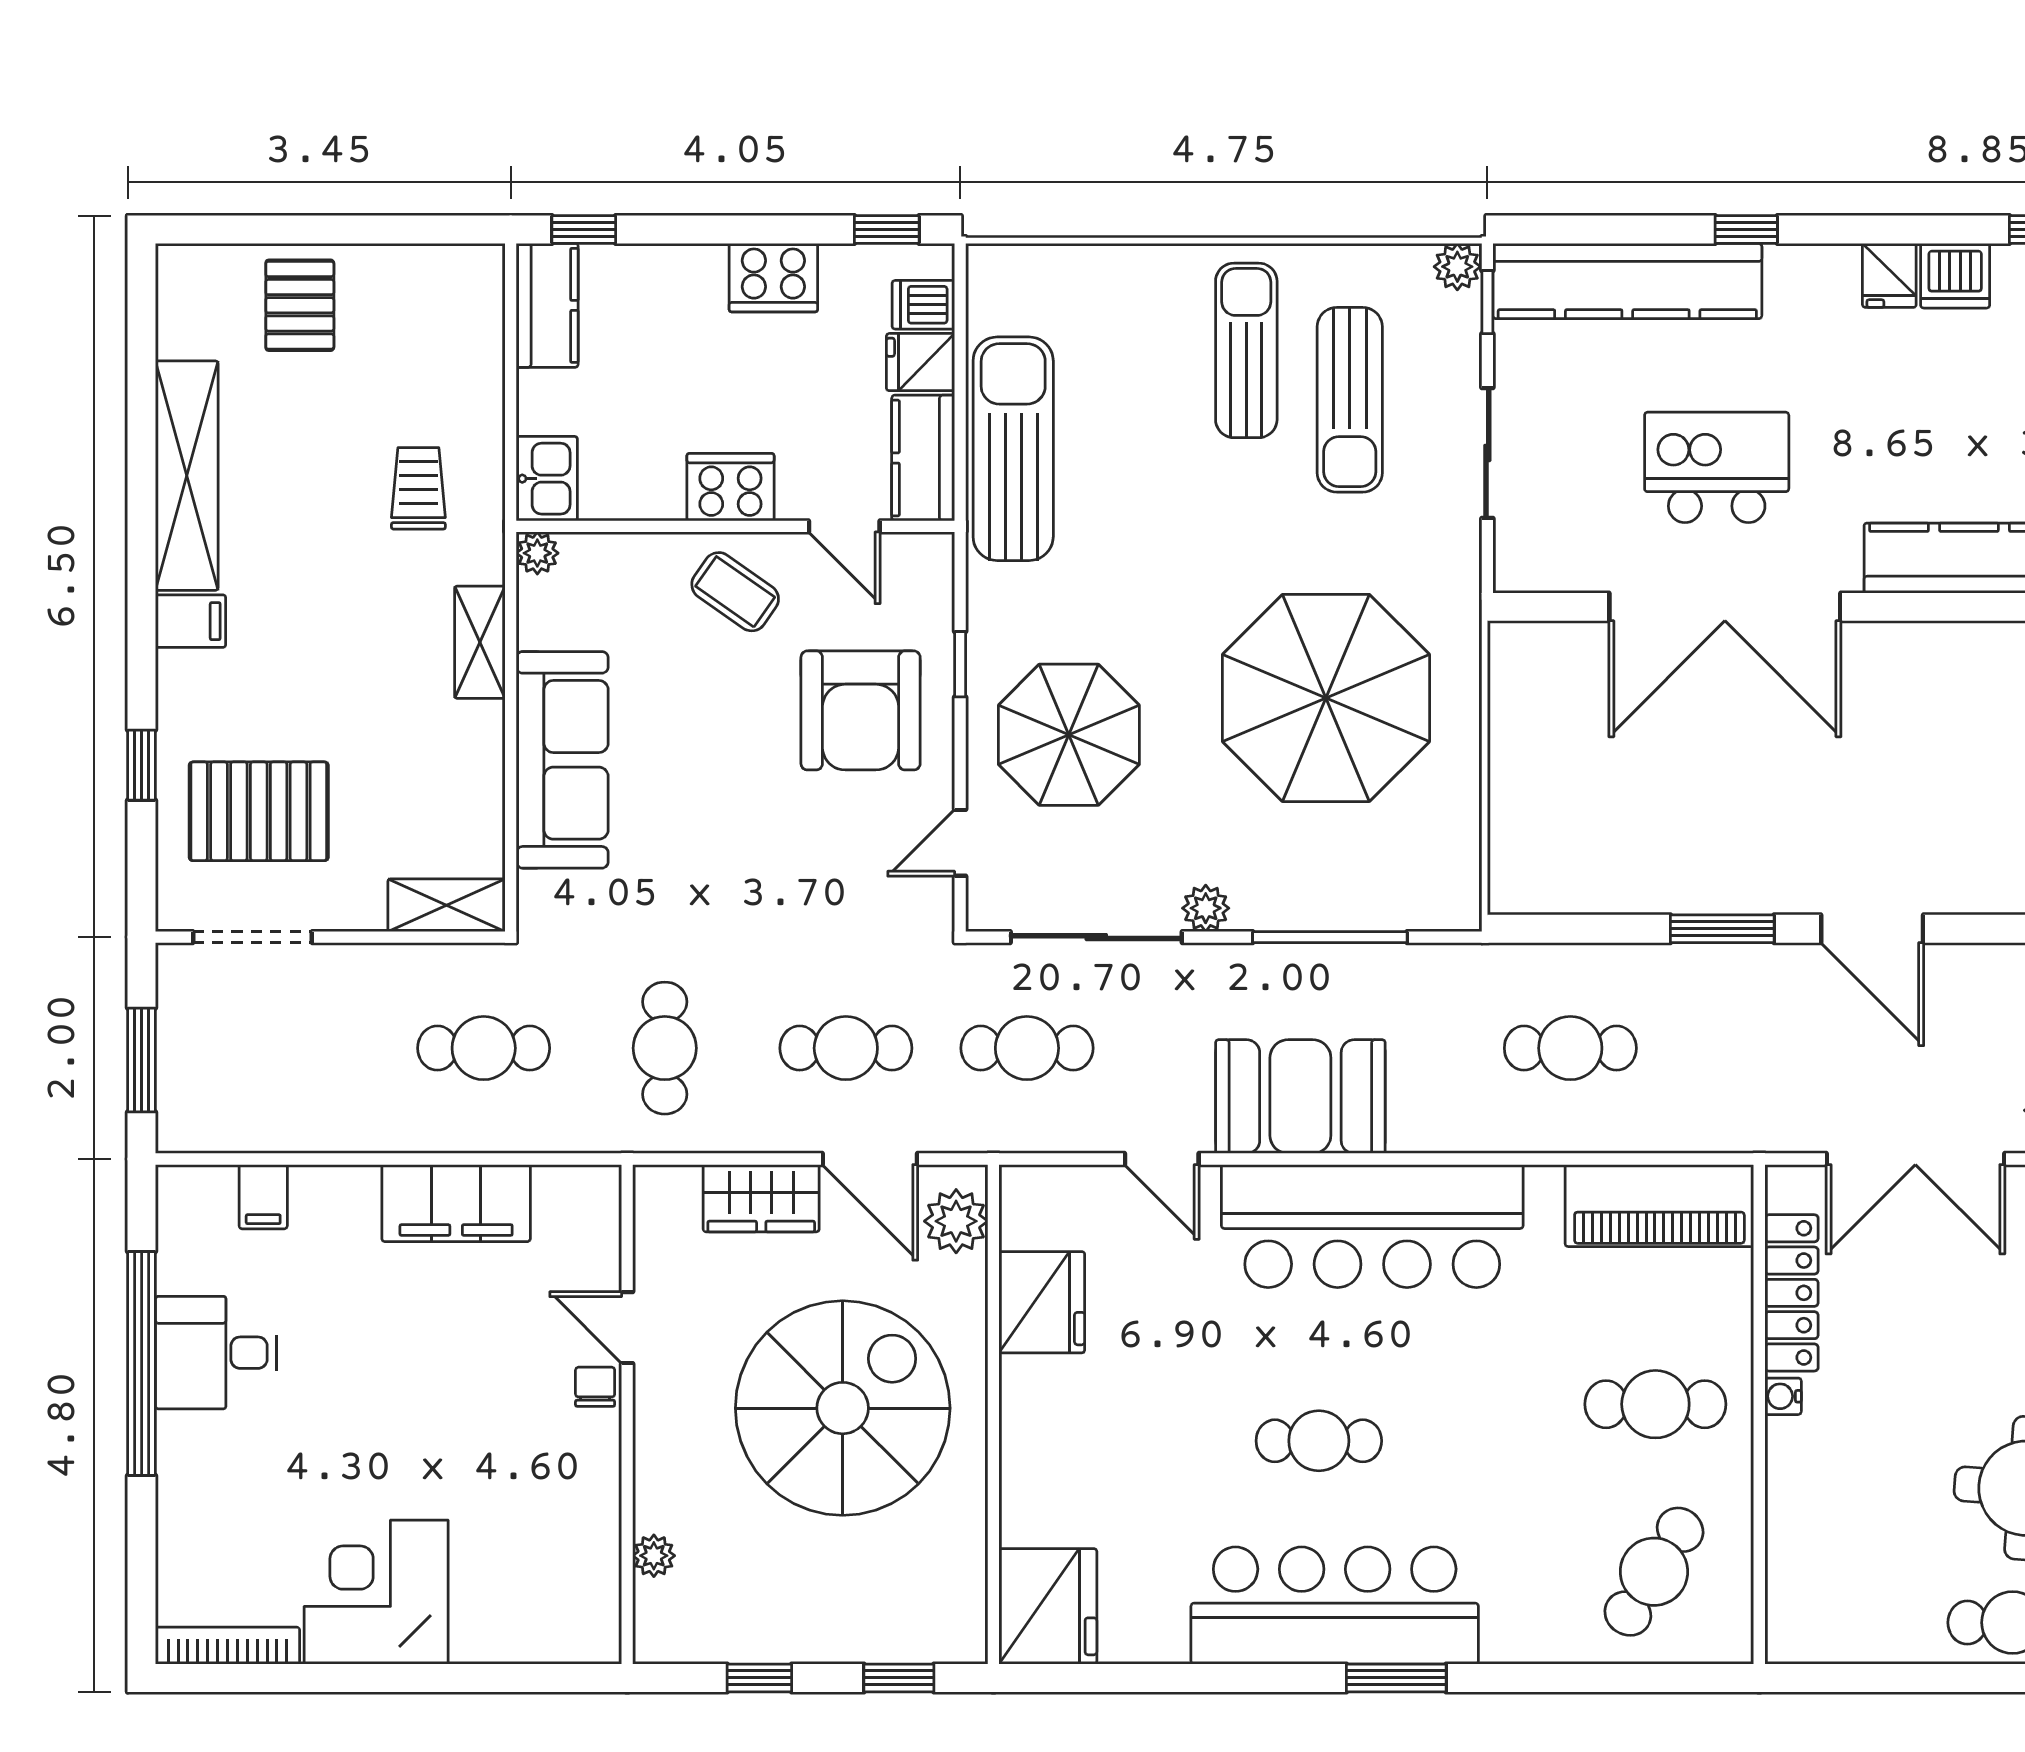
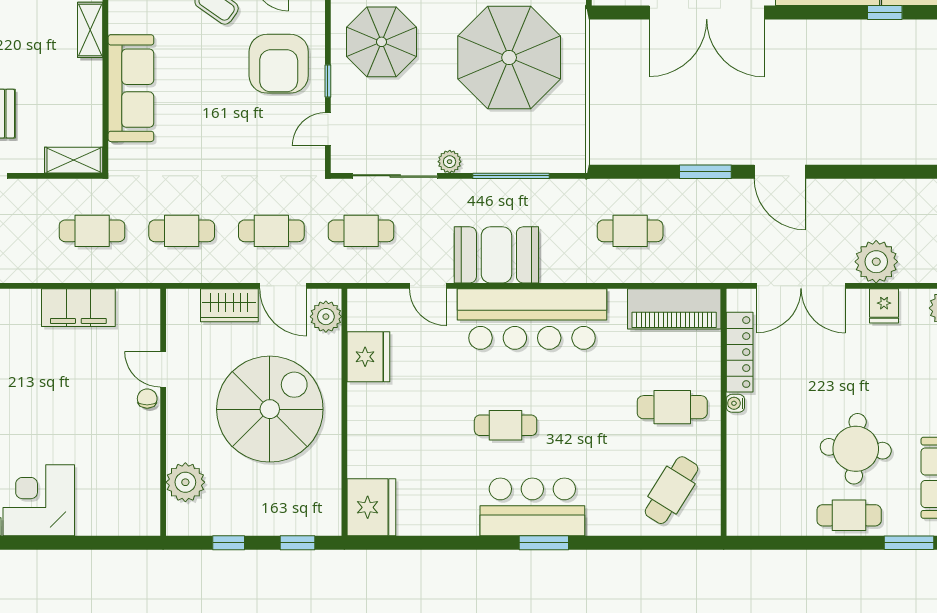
window: (960, 664) -> (328, 81), moved
parasol: (1069, 735) -> (382, 42), moved
cafe table: (665, 1048) -> (182, 231), turned 90
plant: (654, 1556) -> (185, 482), width x1.88, depth x1.88
bar counter: (1335, 1606) -> (532, 507), width x0.73

